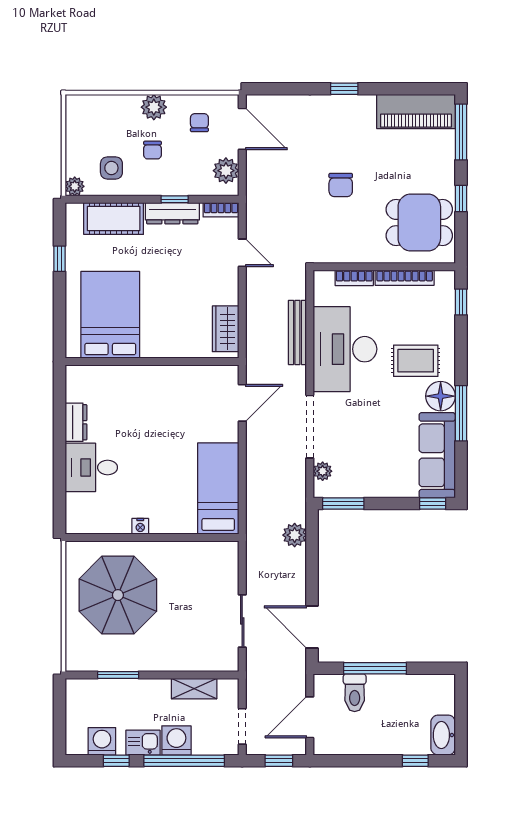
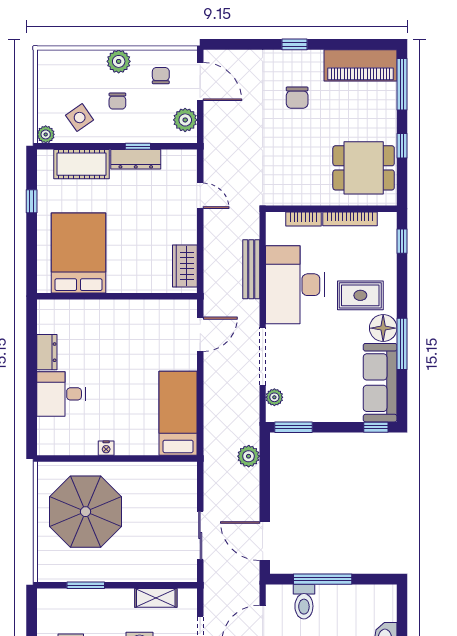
side table: (111, 168) -> (80, 118), turned -35
chair: (341, 185) -> (297, 98), moved
bookcase: (221, 210) -> (181, 156), removed

